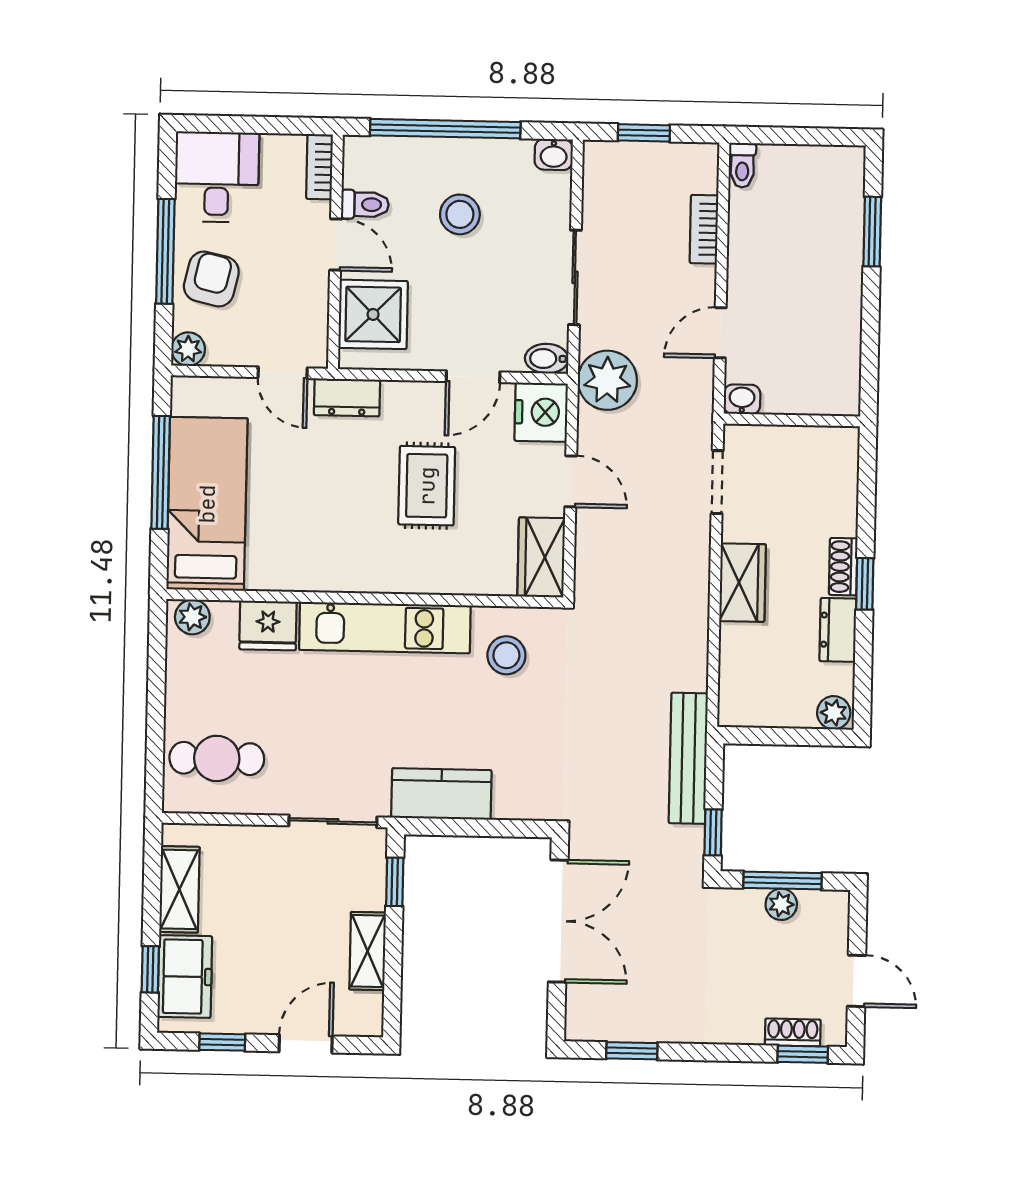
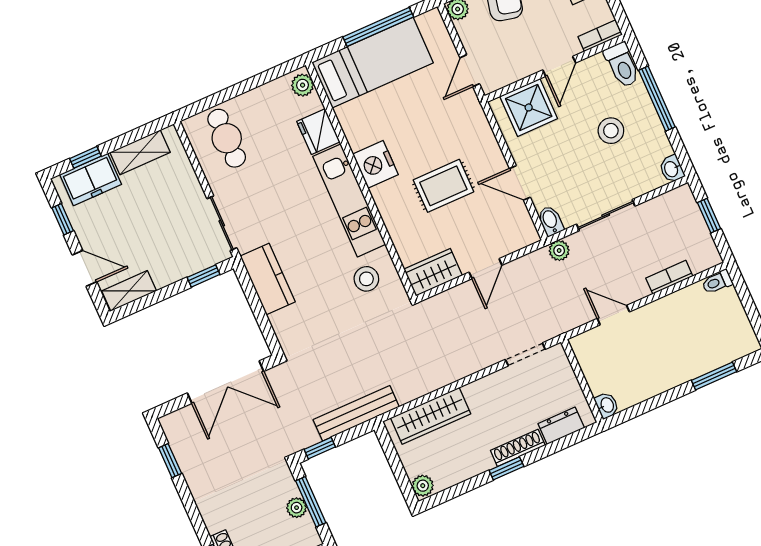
window: (445, 129) -> (657, 99), width x0.68
toilet: (365, 205) -> (622, 65), moved, width x1.37, depth x1.39
plant: (607, 380) -> (559, 250), width x0.53, depth x0.53
dresser: (347, 397) -> (473, 115), removed
washbasin: (742, 399) -> (607, 405), moved
nightstand: (541, 412) -> (375, 164), moved, turned 90
shoe rack: (843, 567) -> (518, 448), width x1.43
wardrobe: (743, 583) -> (431, 416), moved, width x1.50
dresser: (838, 630) -> (561, 426), moved
shelving: (368, 951) -> (129, 291), moved

